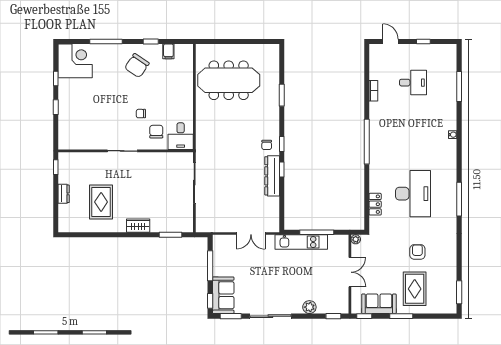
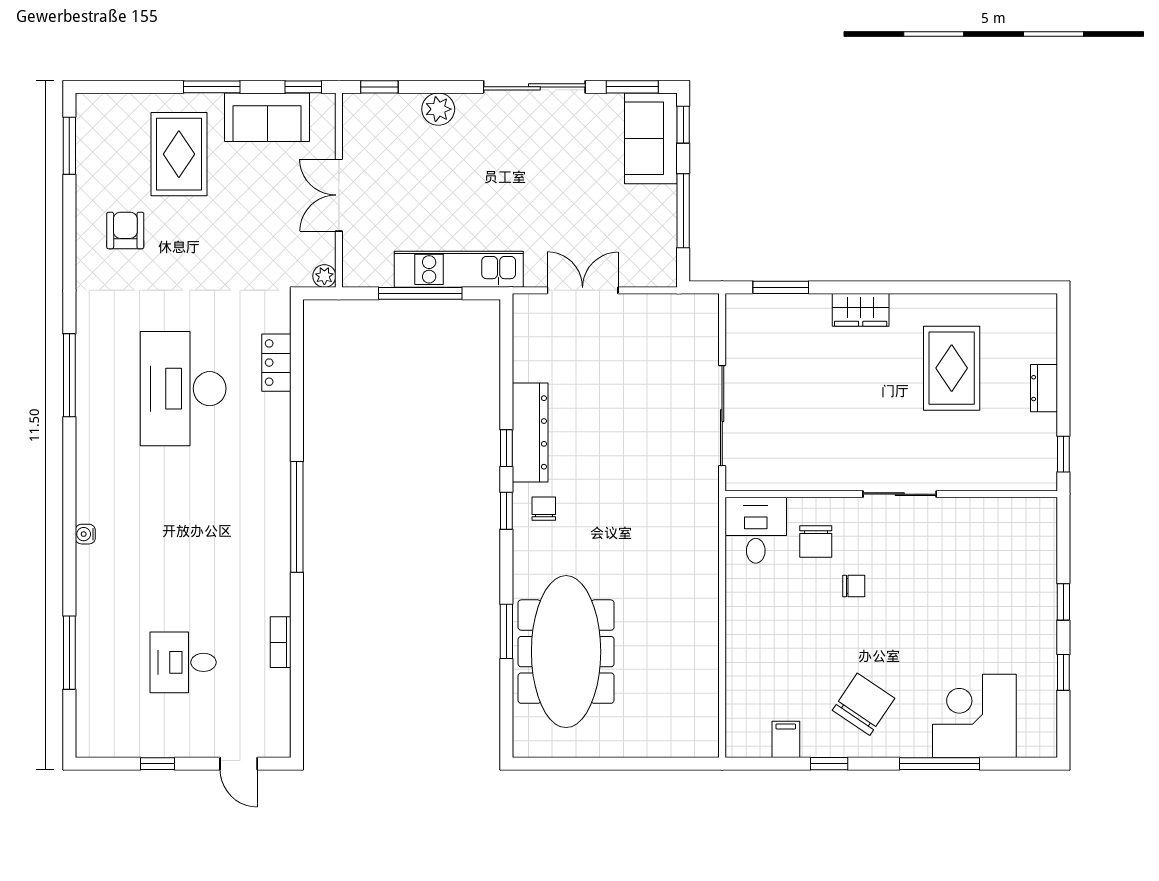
corner desk: (75, 61) -> (974, 716), moved, turned 90
meeting table: (229, 80) -> (566, 652), moved, turned 90
armchair: (417, 252) -> (125, 230), moved, turned 180

